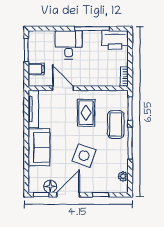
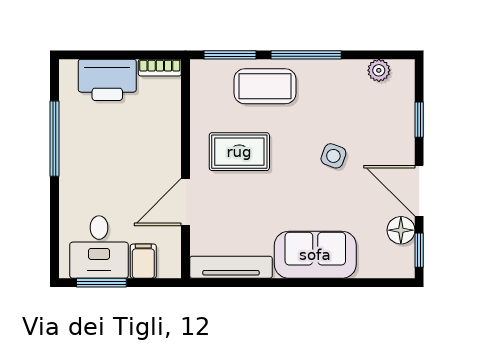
printer: (115, 40) -> (107, 80), moved, turned 90
desk: (69, 45) -> (99, 247), moved, turned -90
side table: (84, 156) -> (333, 156), width x0.54, depth x0.54

